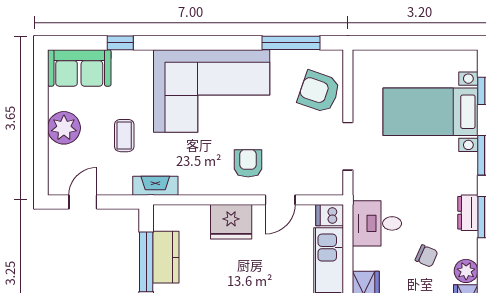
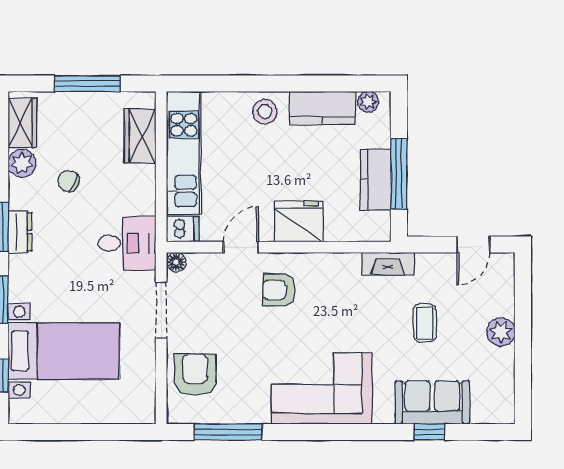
sofa: (79, 68) -> (432, 402), moved
corner sofa: (212, 91) -> (322, 388), width x0.73, depth x0.74
armchair: (319, 92) -> (195, 375), turned -109
plant: (64, 128) -> (501, 332), width x0.73, depth x0.73
armchair: (248, 163) -> (279, 290), turned 90
floor lamp: (335, 187) -> (176, 262), added
desk: (377, 223) -> (127, 243), moved

